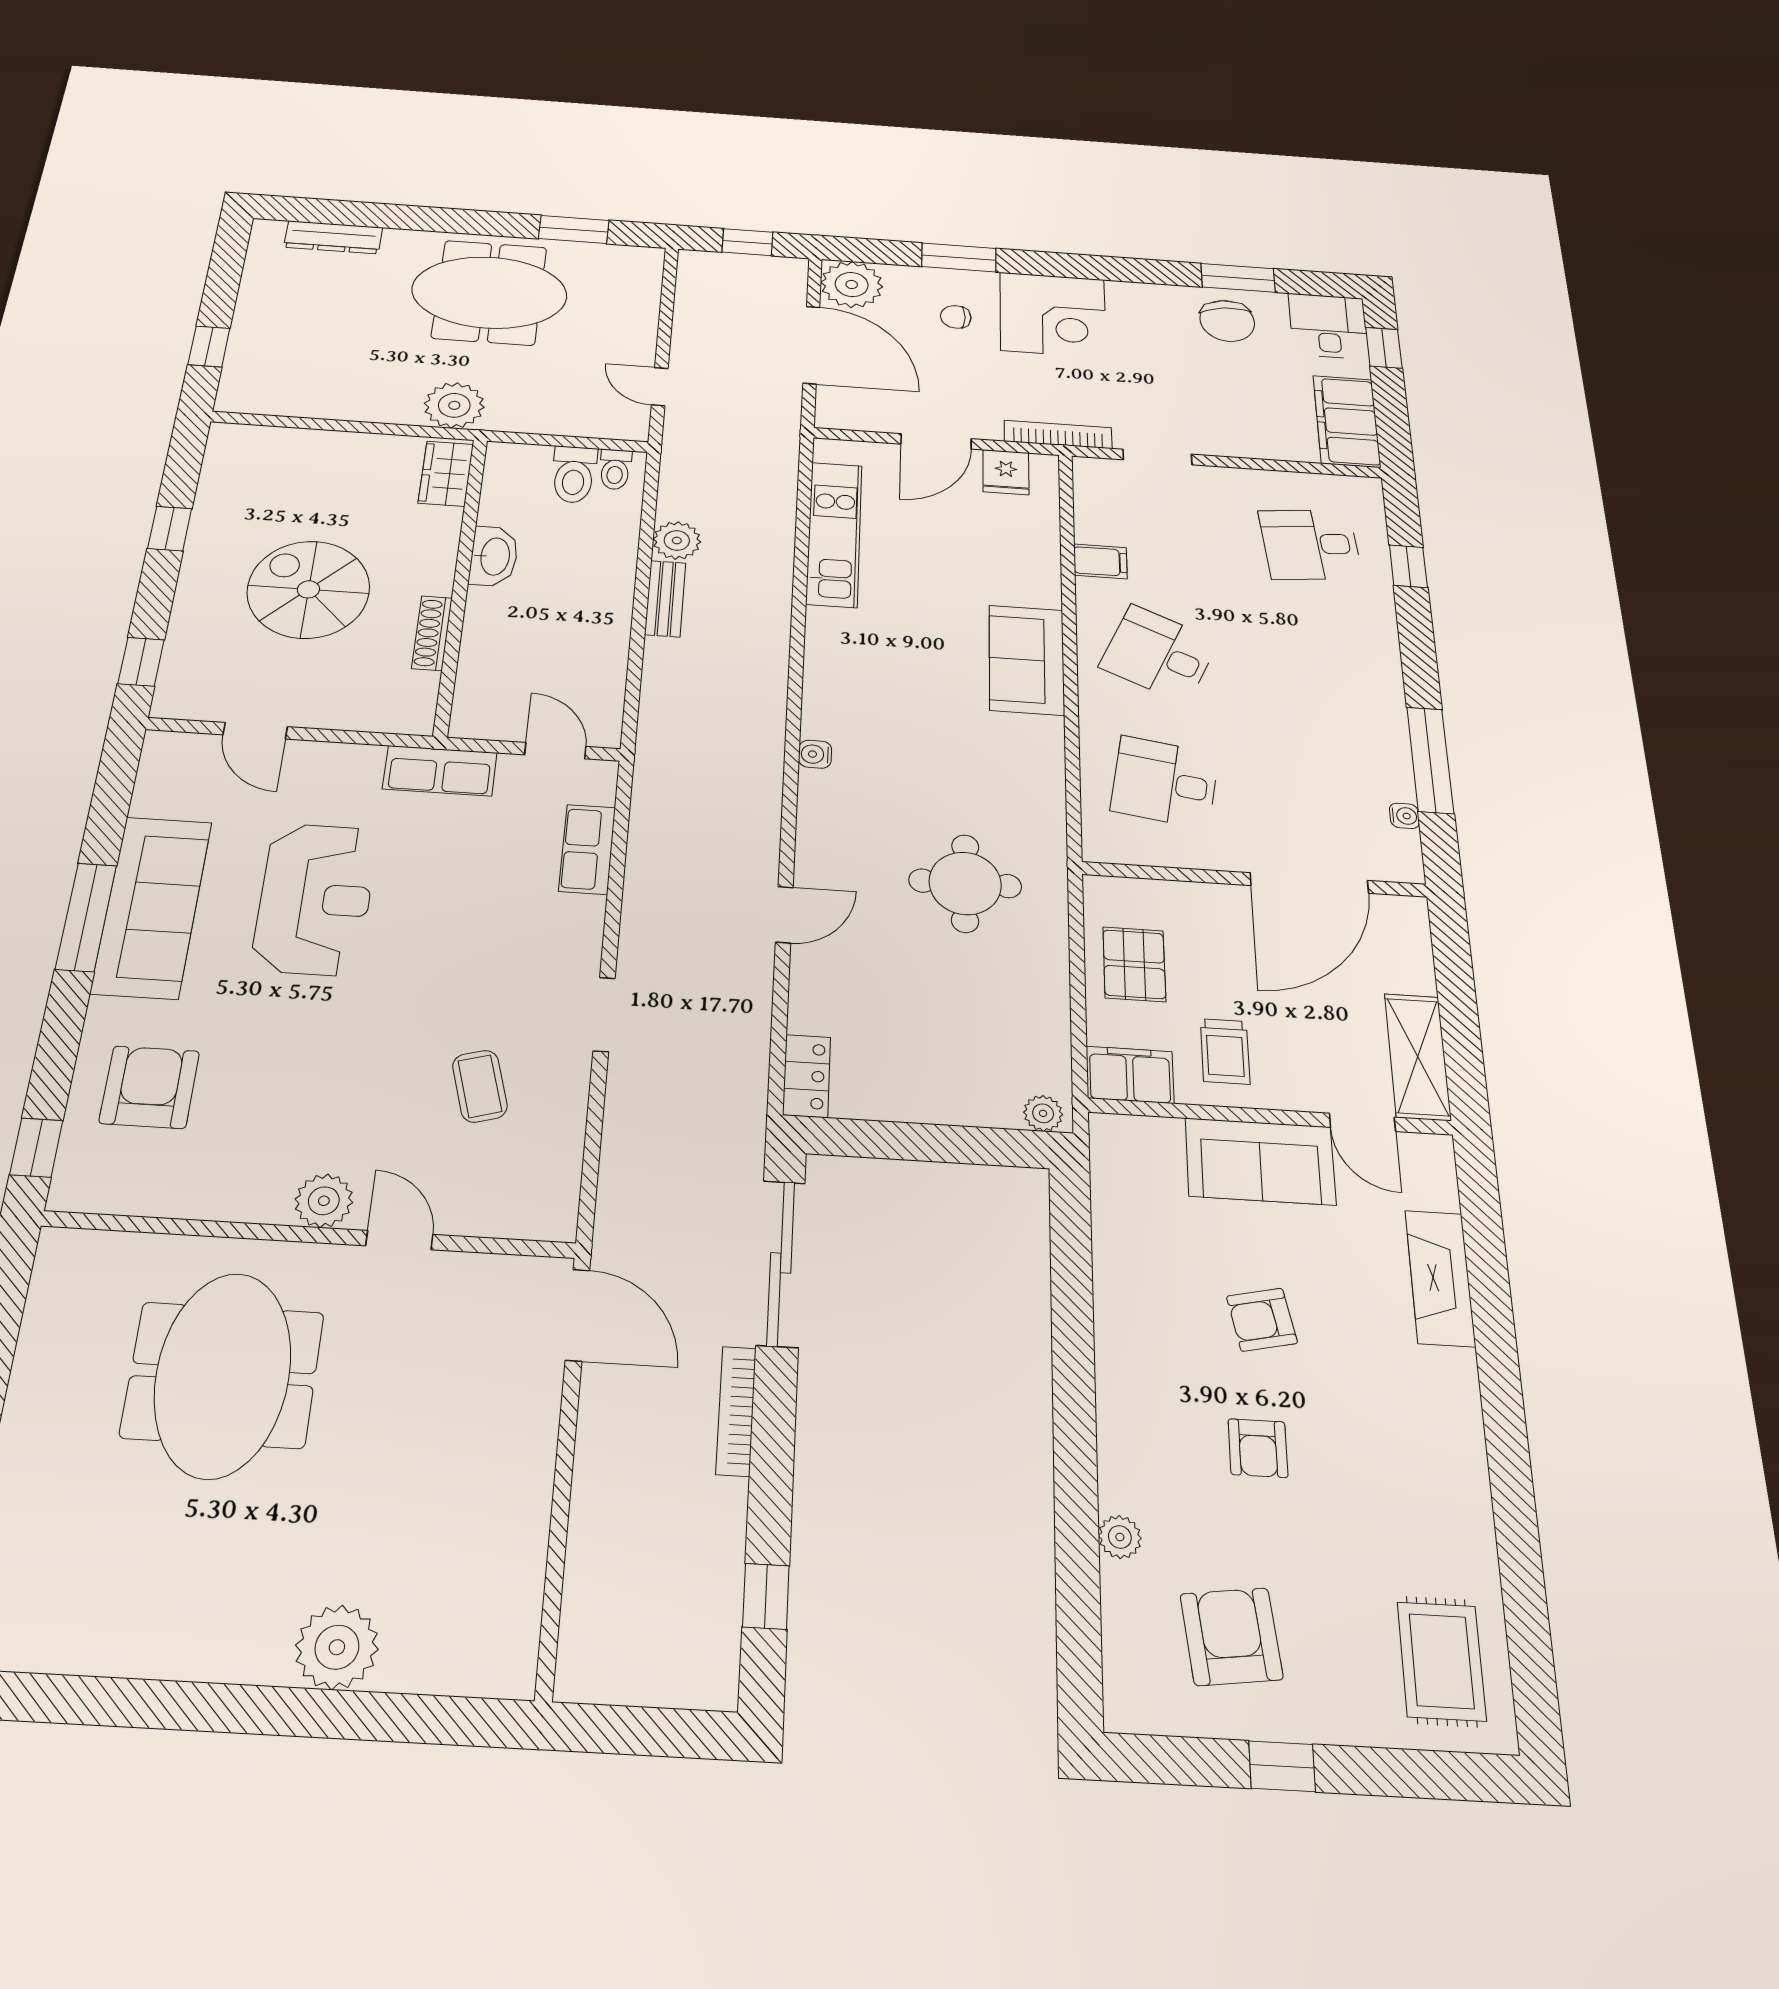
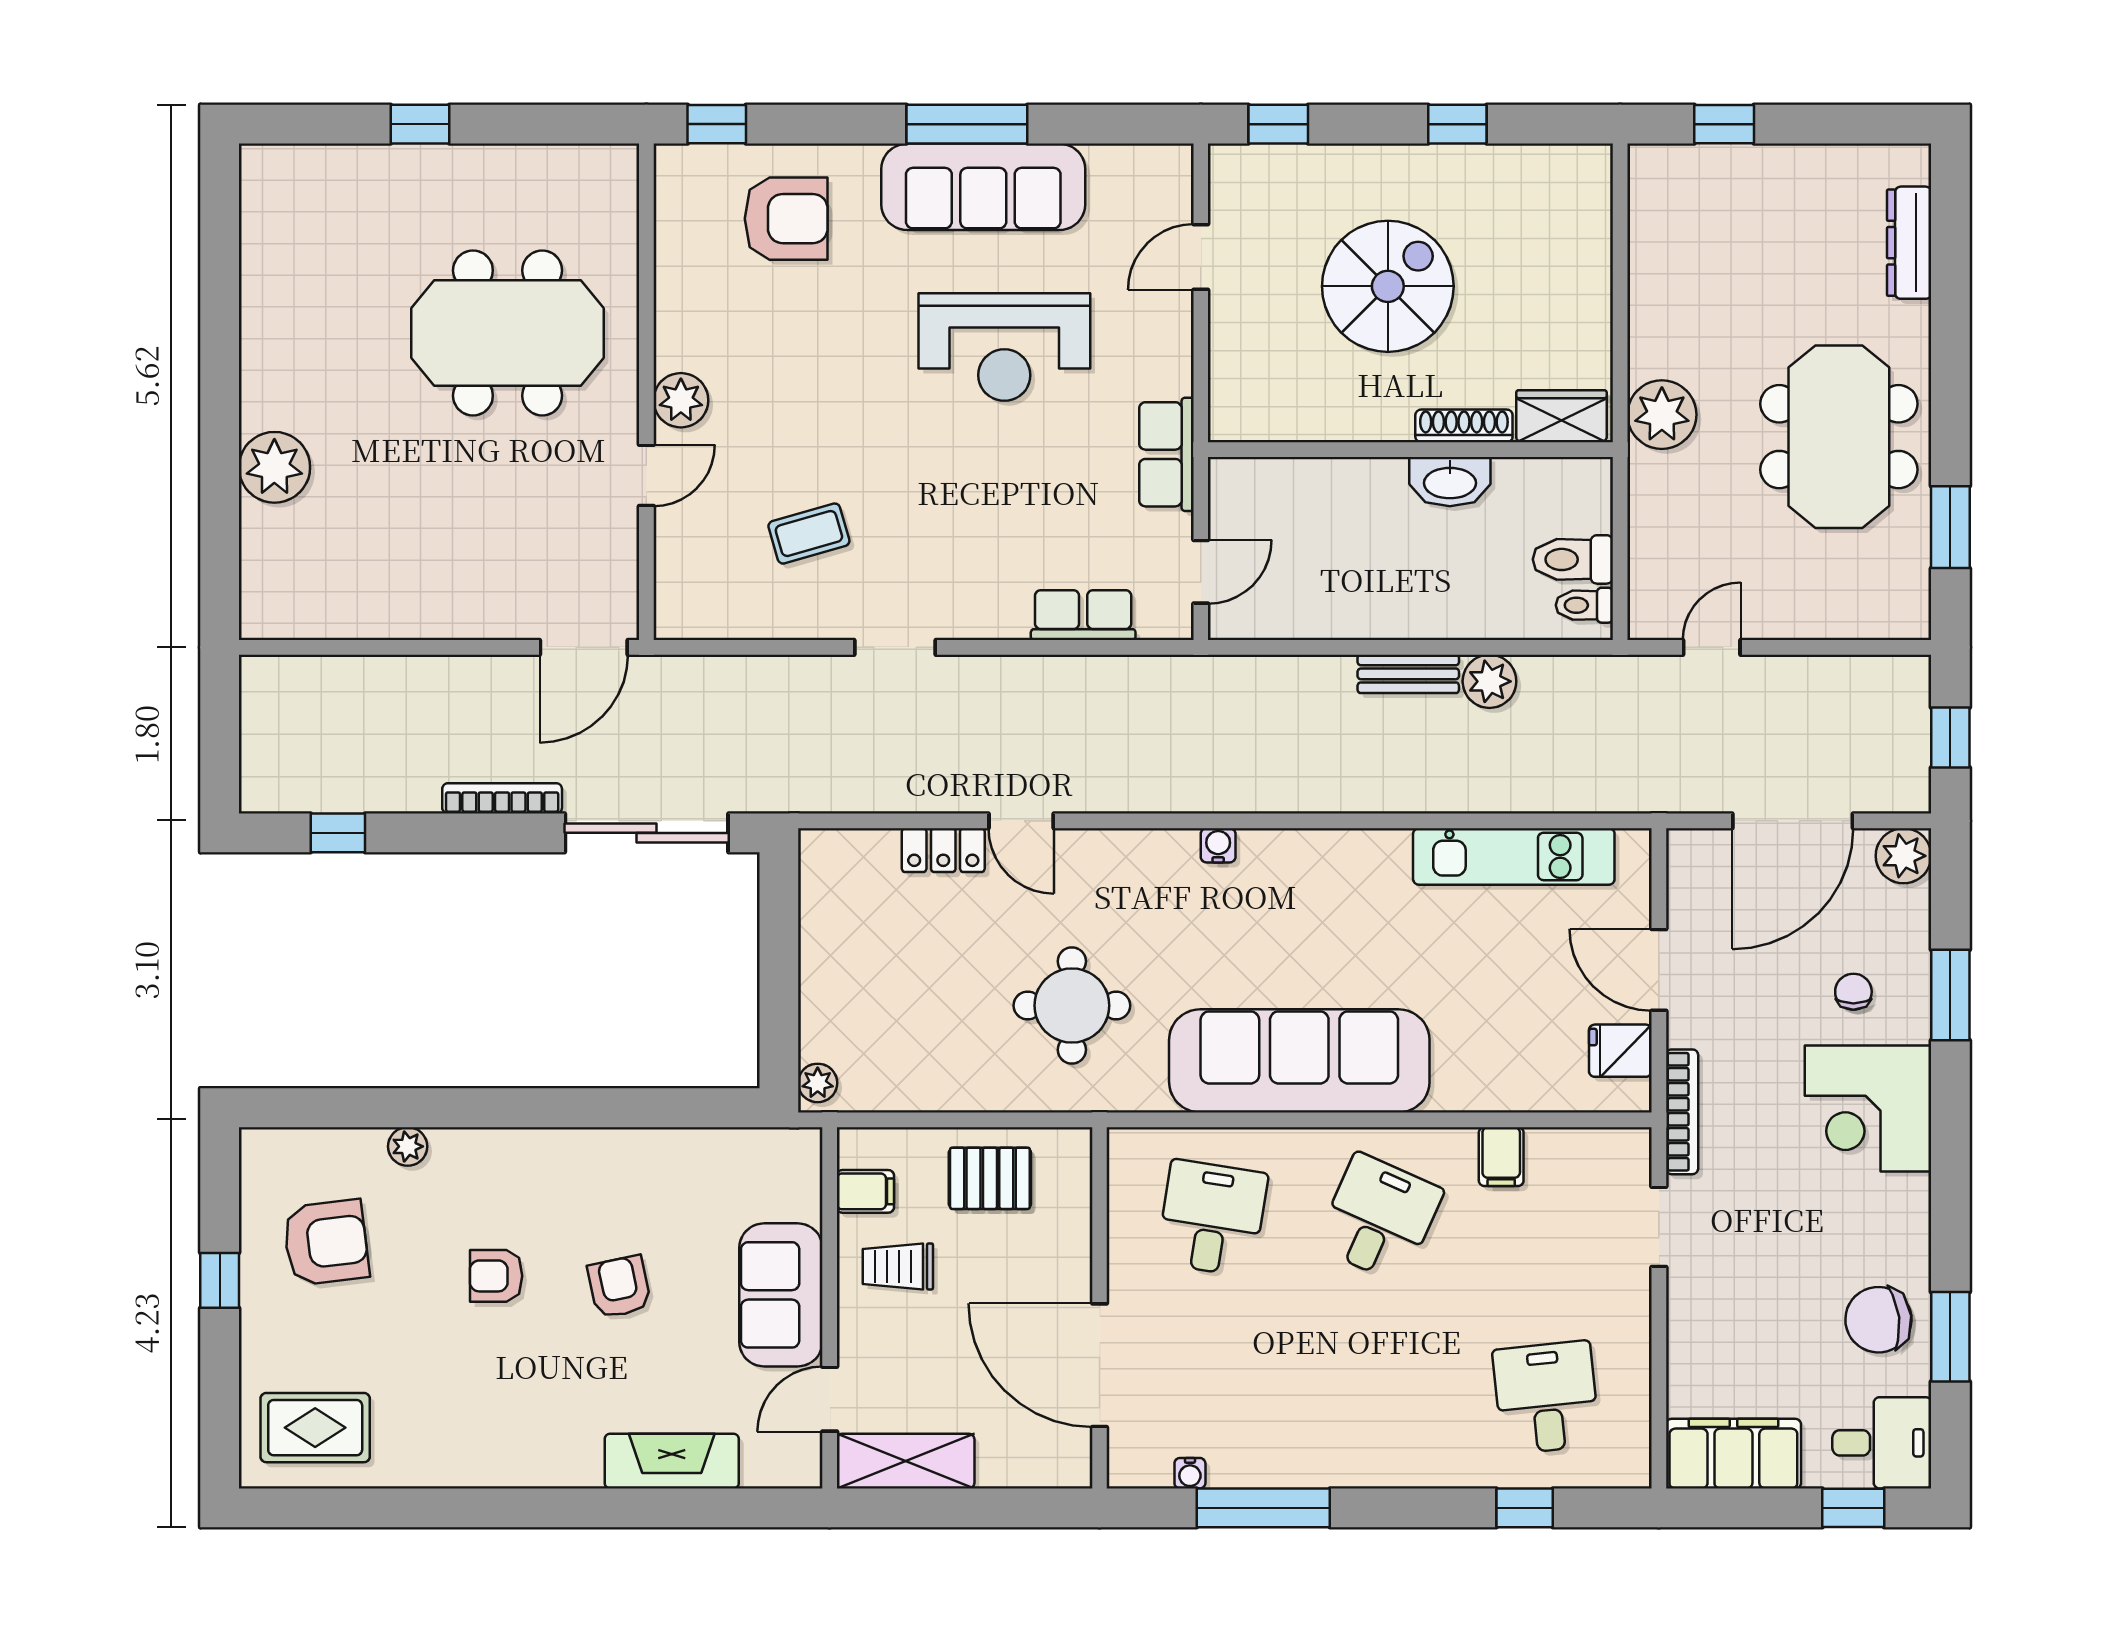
plant: (852, 285) -> (1904, 856), width x0.73, depth x0.73
shoe rack: (432, 633) -> (1464, 426), moved
sofa: (1027, 660) -> (1299, 1061), width x1.85, depth x1.27
filing cabinet: (1130, 1075) -> (865, 1191), width x0.50
locker: (807, 1076) -> (943, 850), moved

